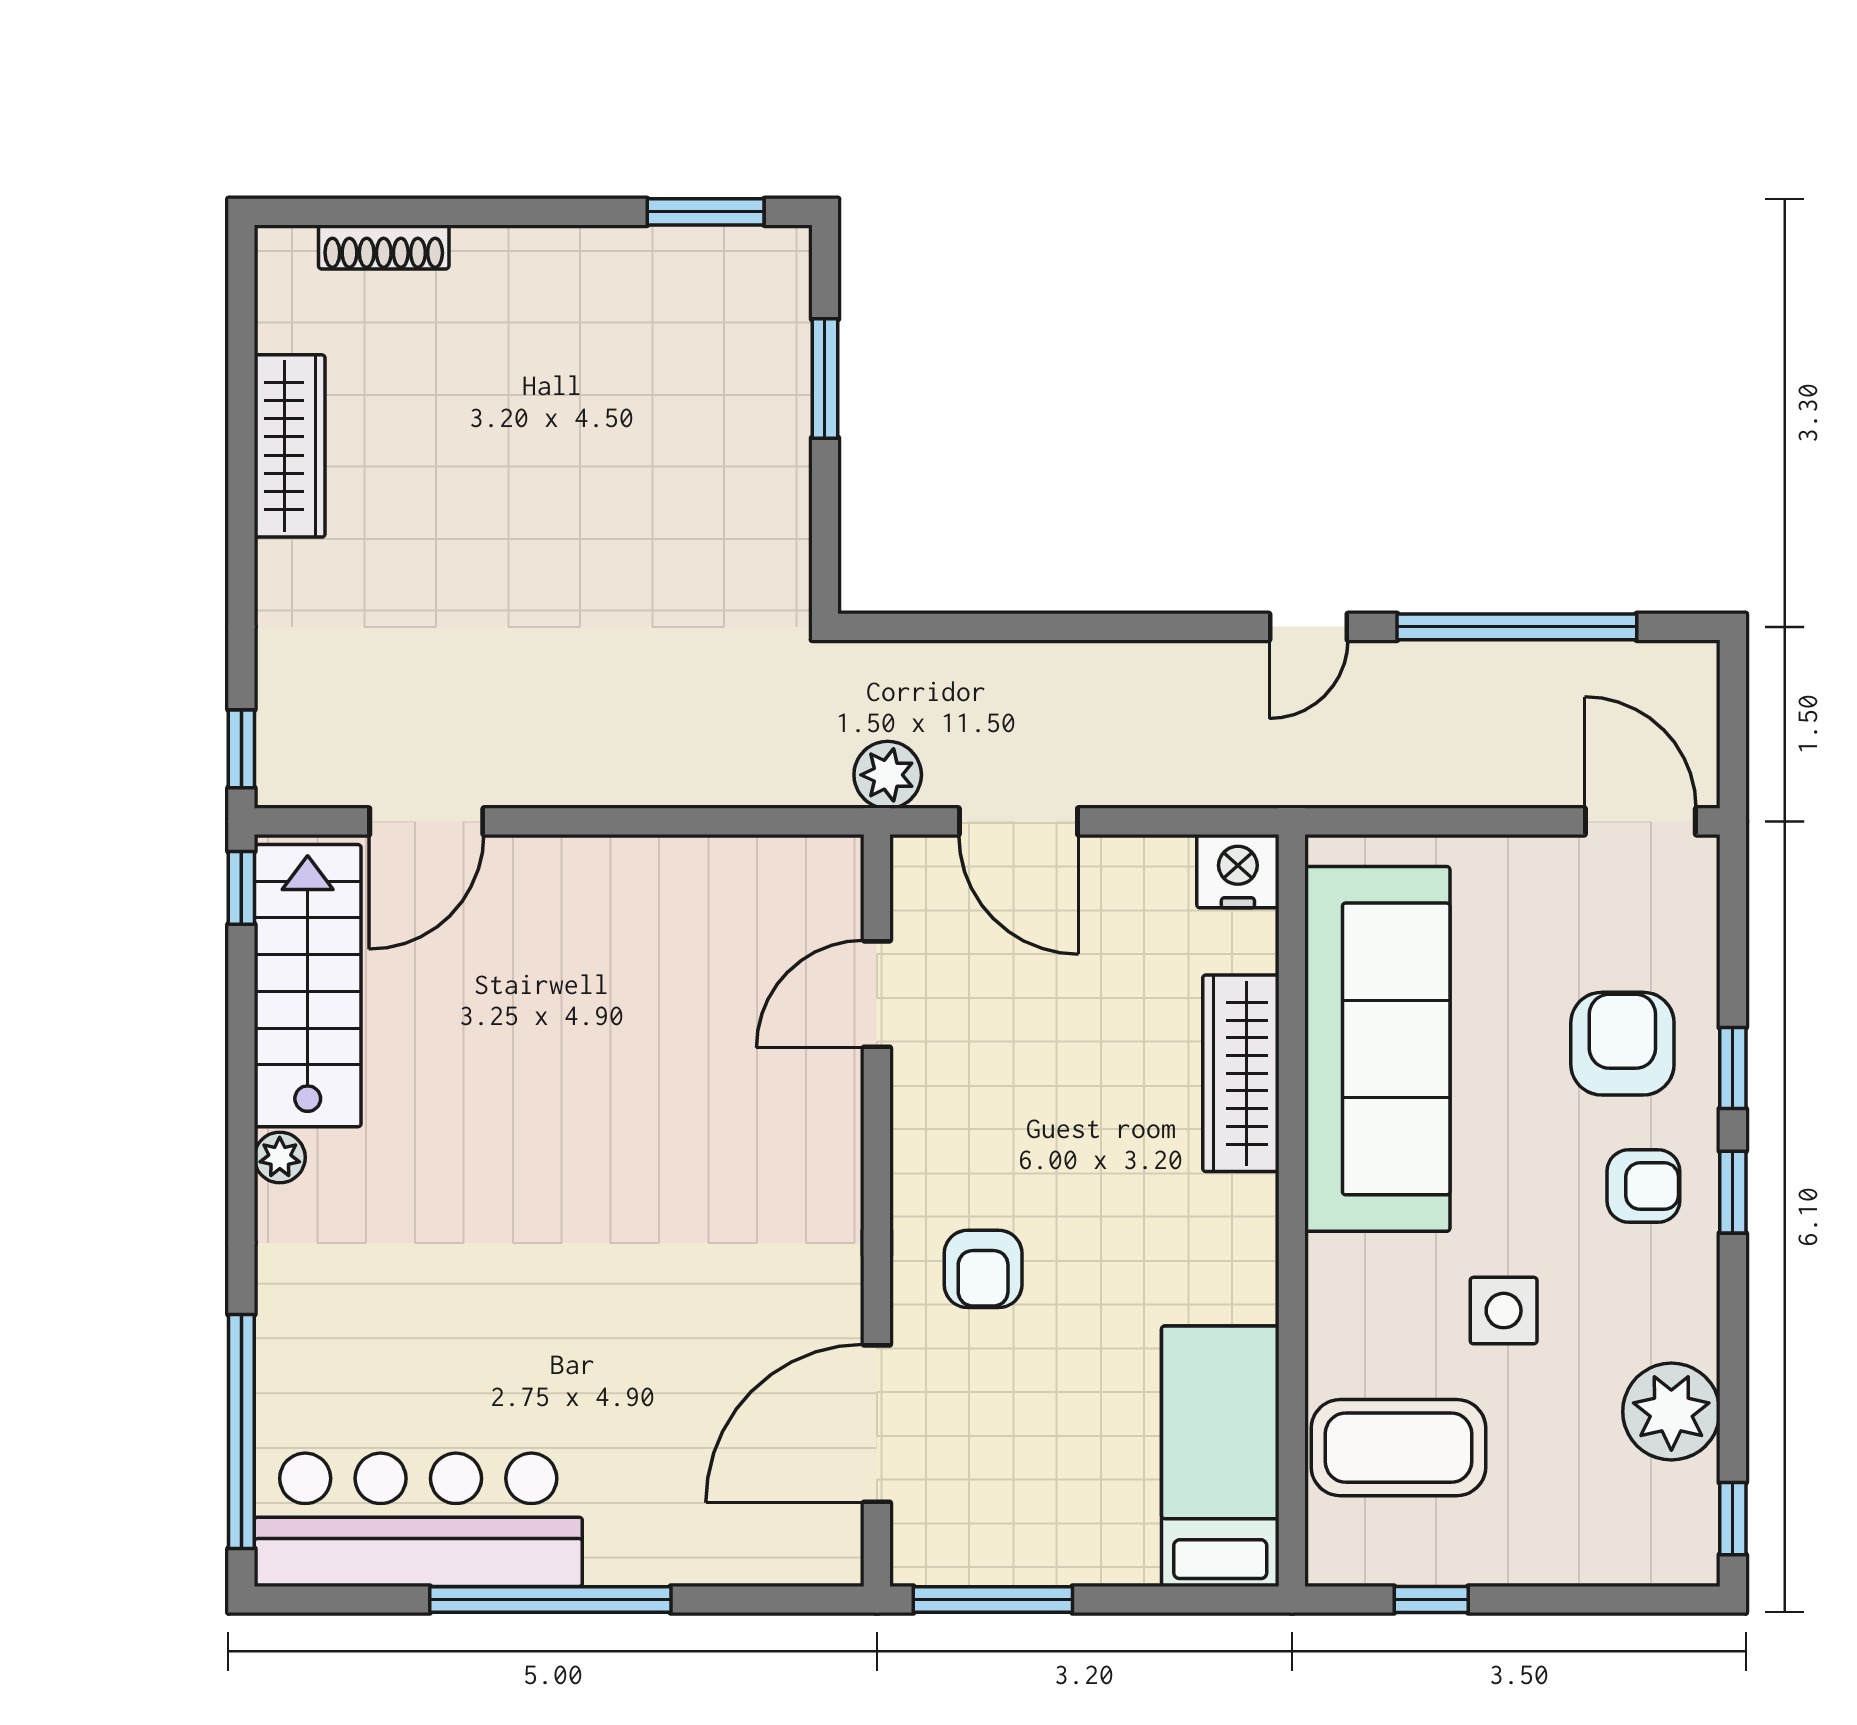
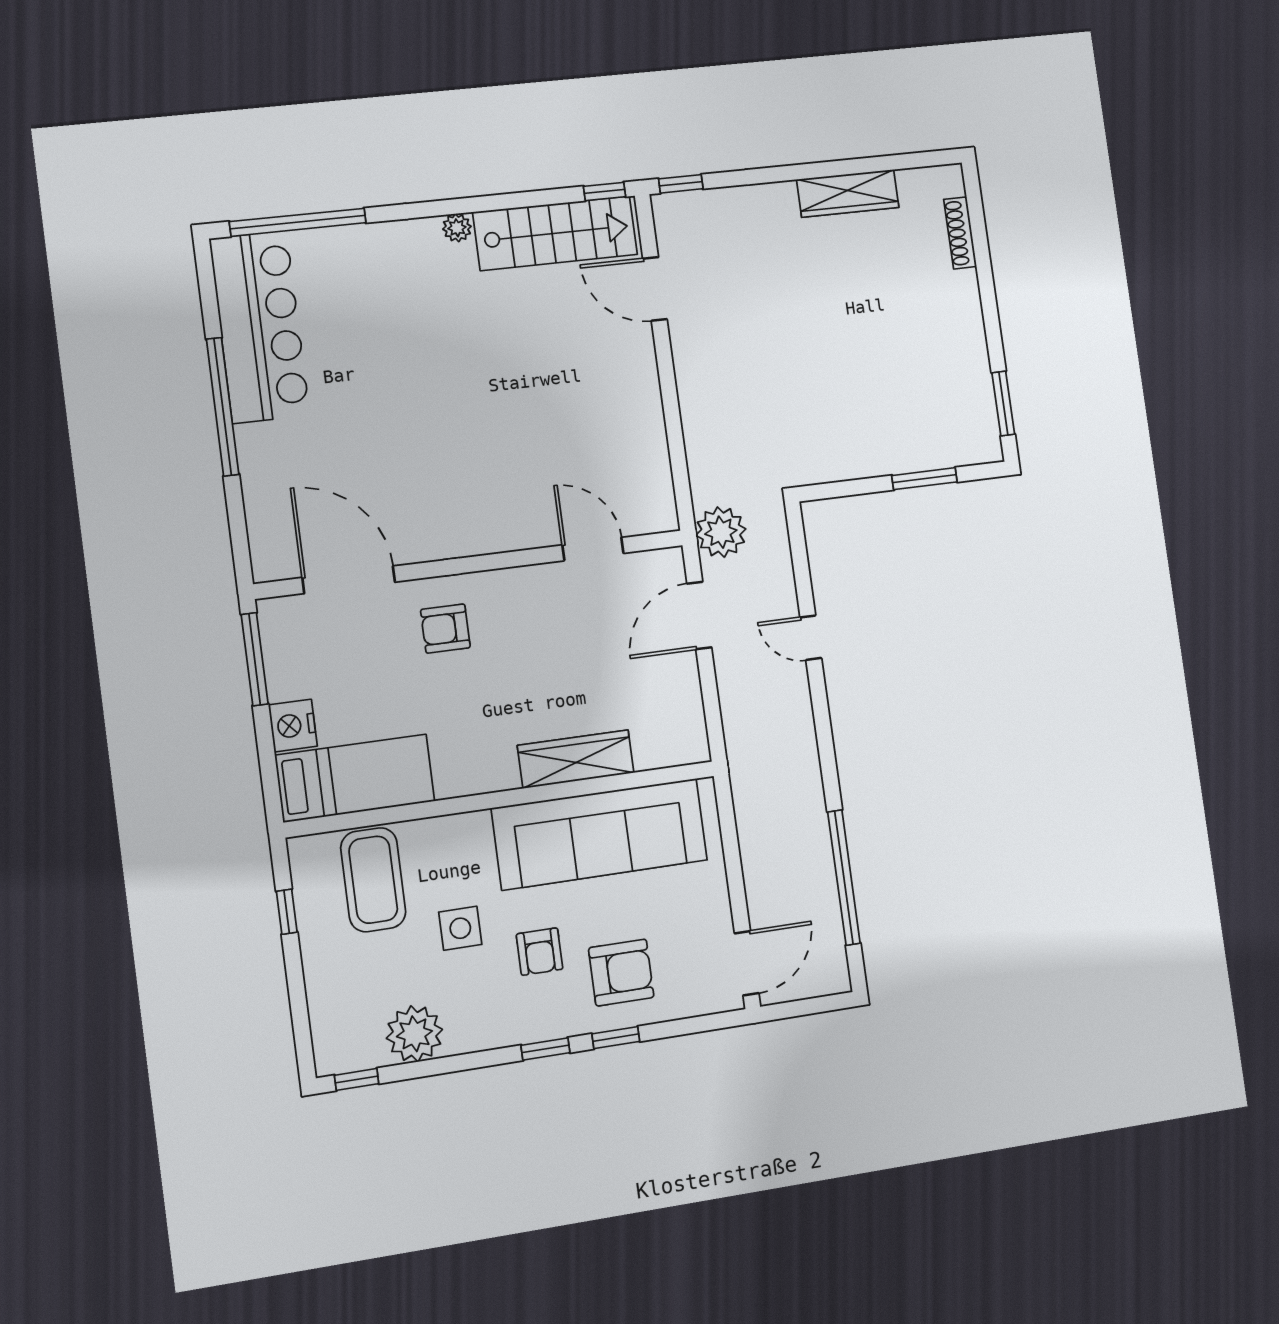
door: (1308, 627) -> (811, 638), moved
plant: (888, 775) -> (721, 532), width x1.36, depth x1.36
nightstand: (1238, 871) -> (293, 726), moved, turned 180
armchair: (1643, 1186) -> (540, 952), moved

